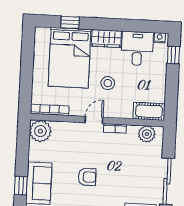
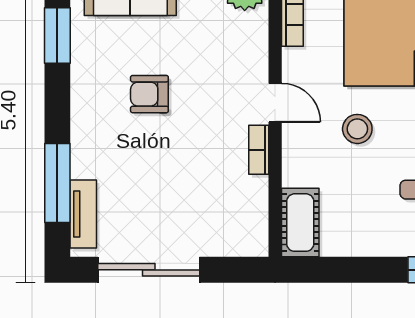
plant: (147, 134) -> (250, 220), removed
armchair: (87, 177) -> (149, 94), turned 90

